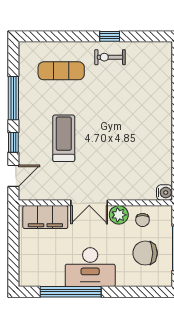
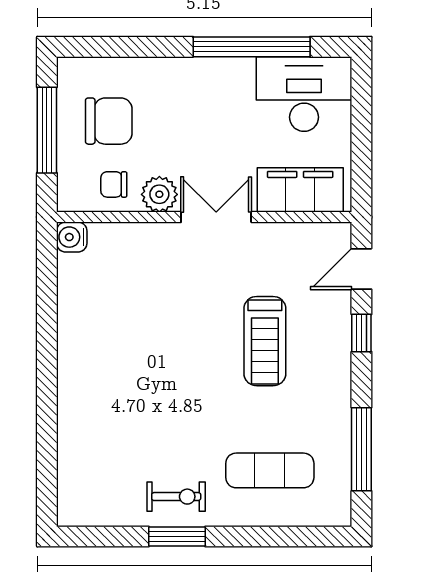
window: (110, 36) -> (177, 537), width x1.50
window: (13, 98) -> (361, 449), moved
chair: (143, 220) -> (114, 184), turned -90
desk: (90, 267) -> (304, 94), moved

